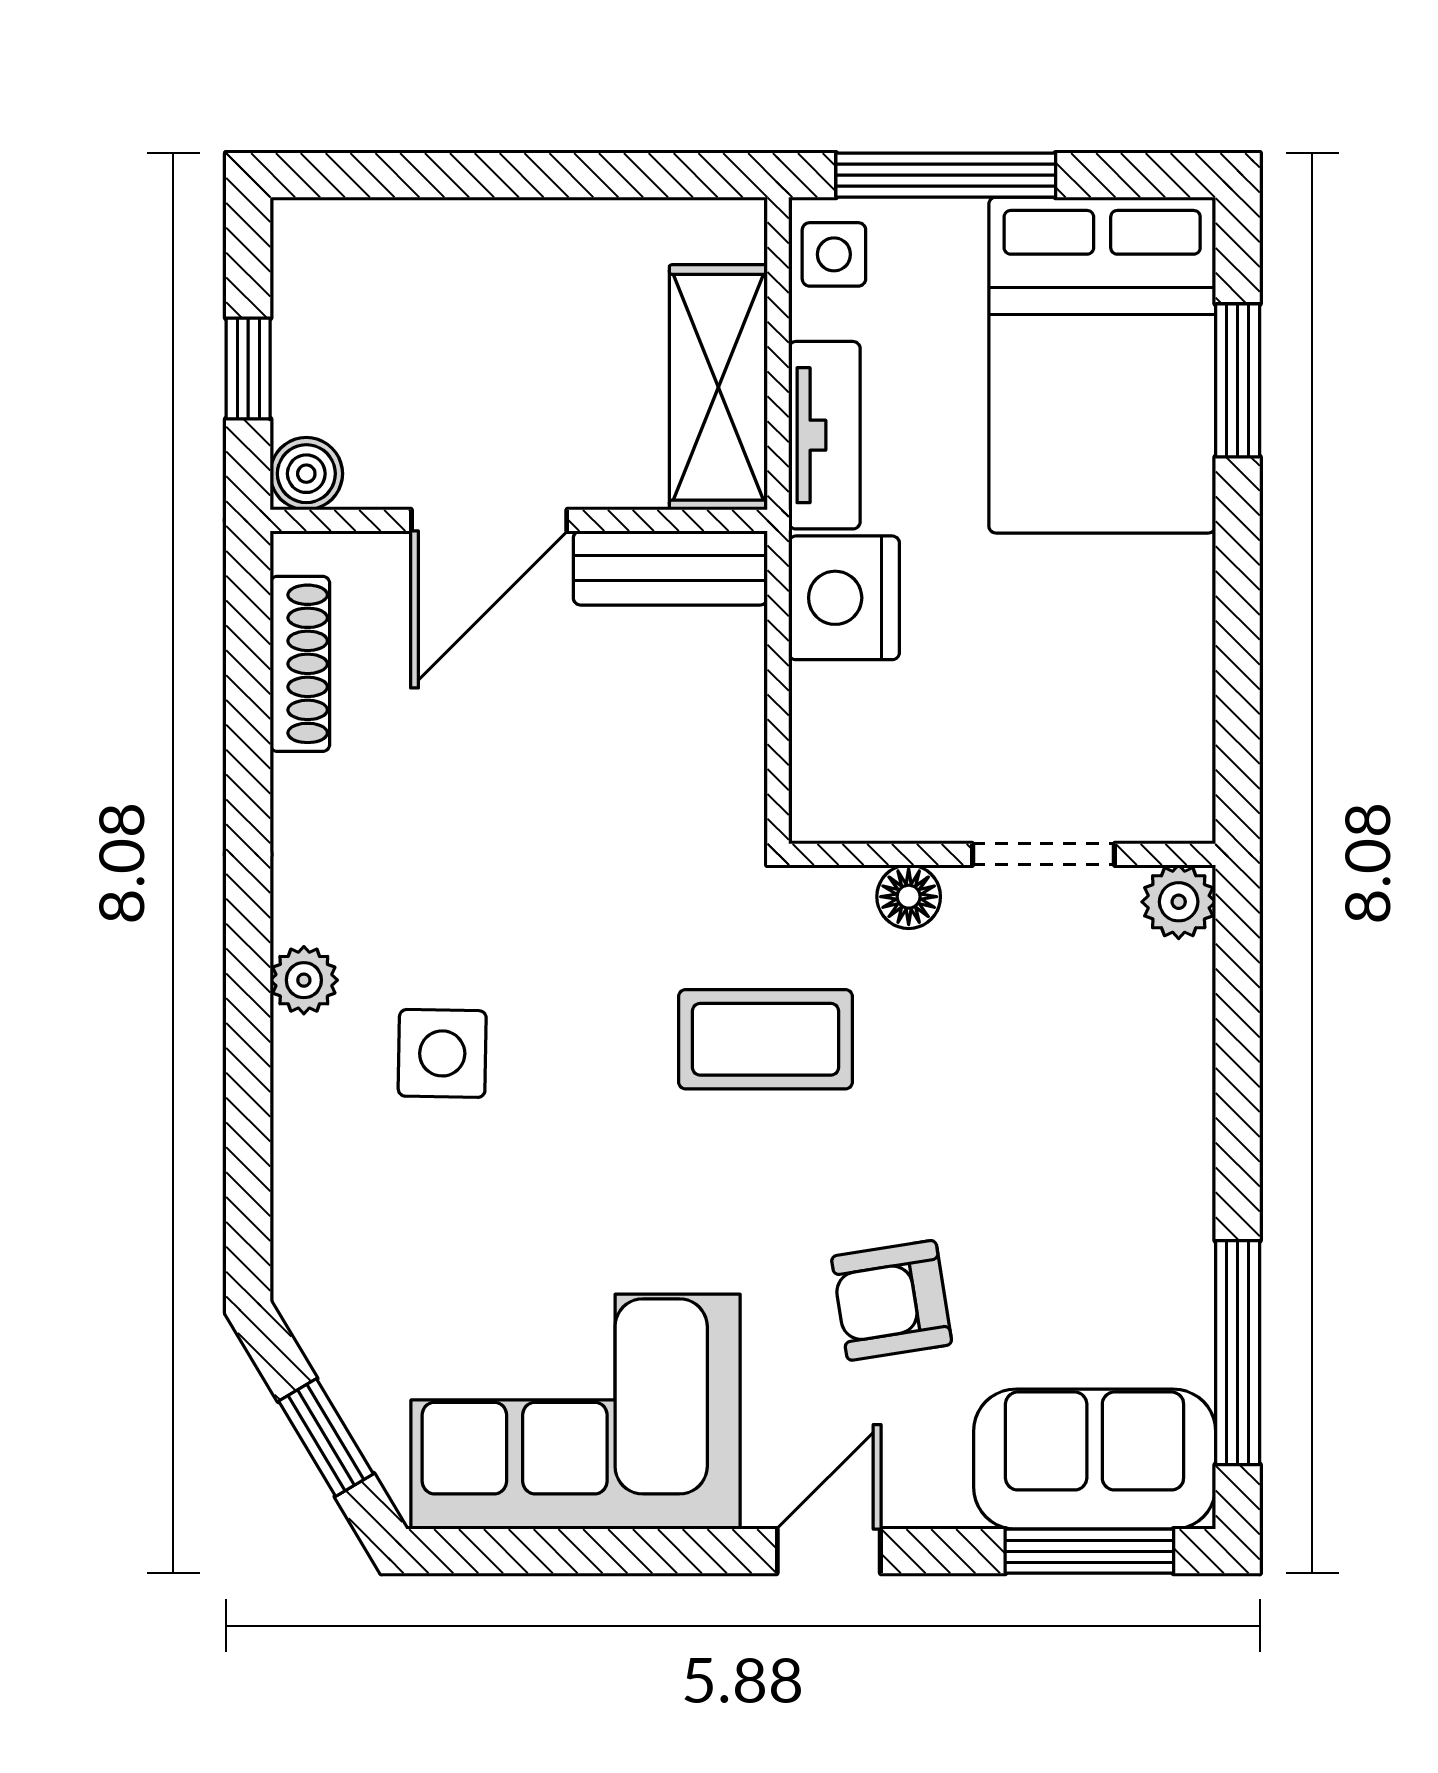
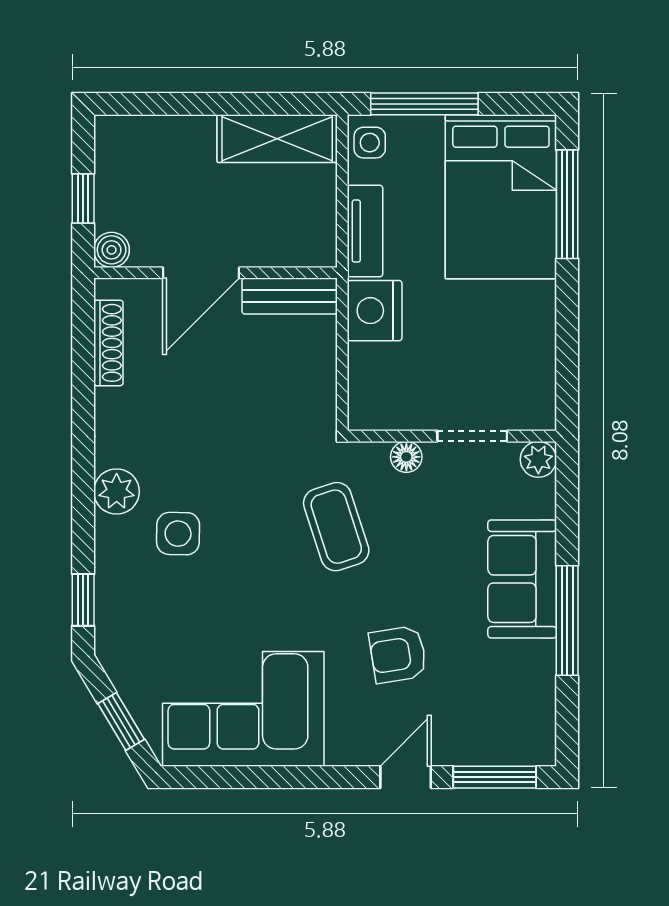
window: (1238, 380) -> (567, 204), width x1.44
shelving: (718, 387) -> (277, 139), moved, turned 90
plant: (304, 980) -> (117, 491), width x1.38, depth x1.38
coffee table: (766, 1039) -> (336, 527), turned 72
window: (248, 1189) -> (83, 600), added
window: (1238, 1353) -> (567, 620), moved
sofa: (1095, 1459) -> (522, 579), moved, turned -90
door: (829, 1551) -> (406, 777), moved

